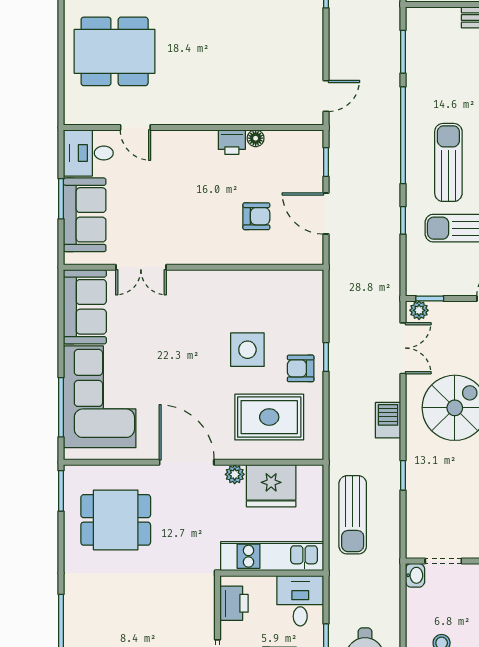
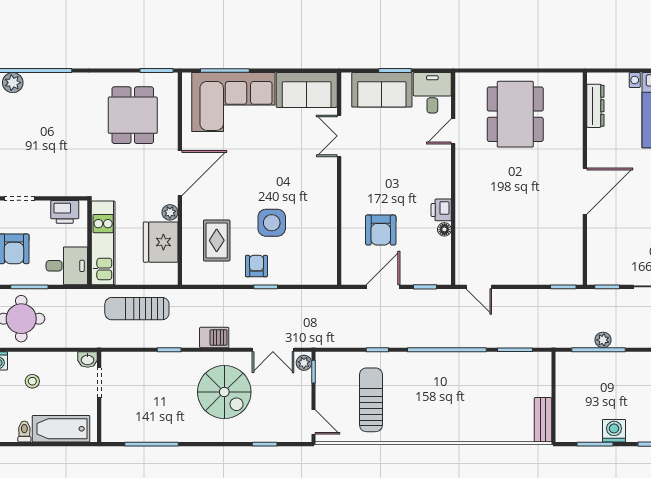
sun lounger: (448, 162) -> (425, 387), removed
armchair: (256, 216) -> (381, 230), width x1.38, depth x1.38
rug: (269, 417) -> (217, 240), width x0.73, depth x0.70

